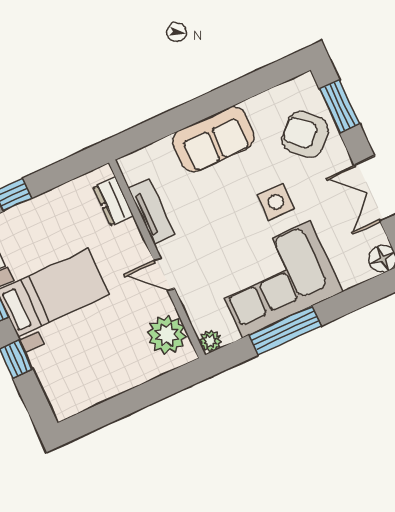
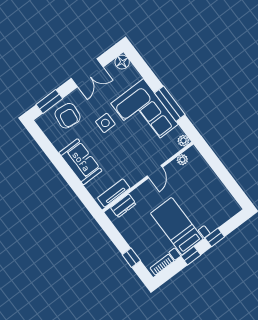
armchair: (305, 134) -> (68, 116), turned -37
tv unit: (152, 212) -> (114, 193), moved
plant: (167, 335) -> (182, 160), width x0.53, depth x0.53

